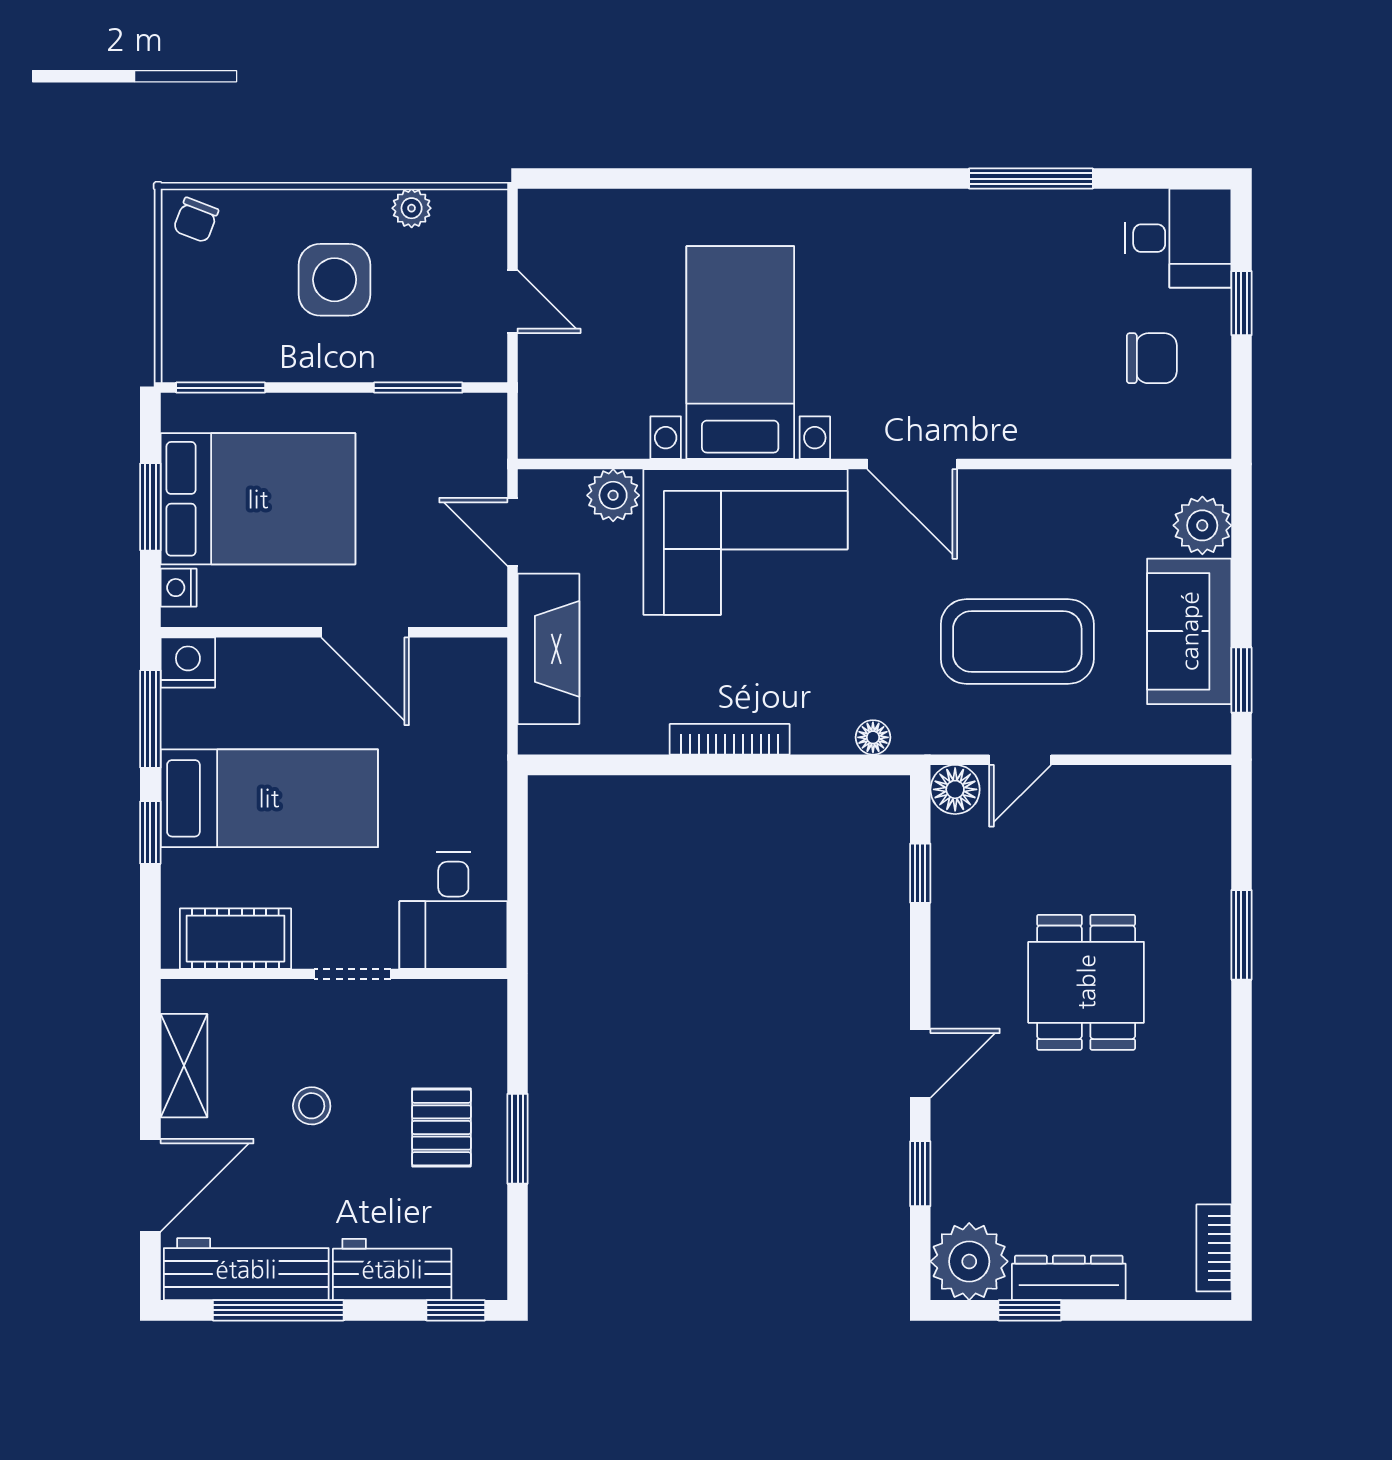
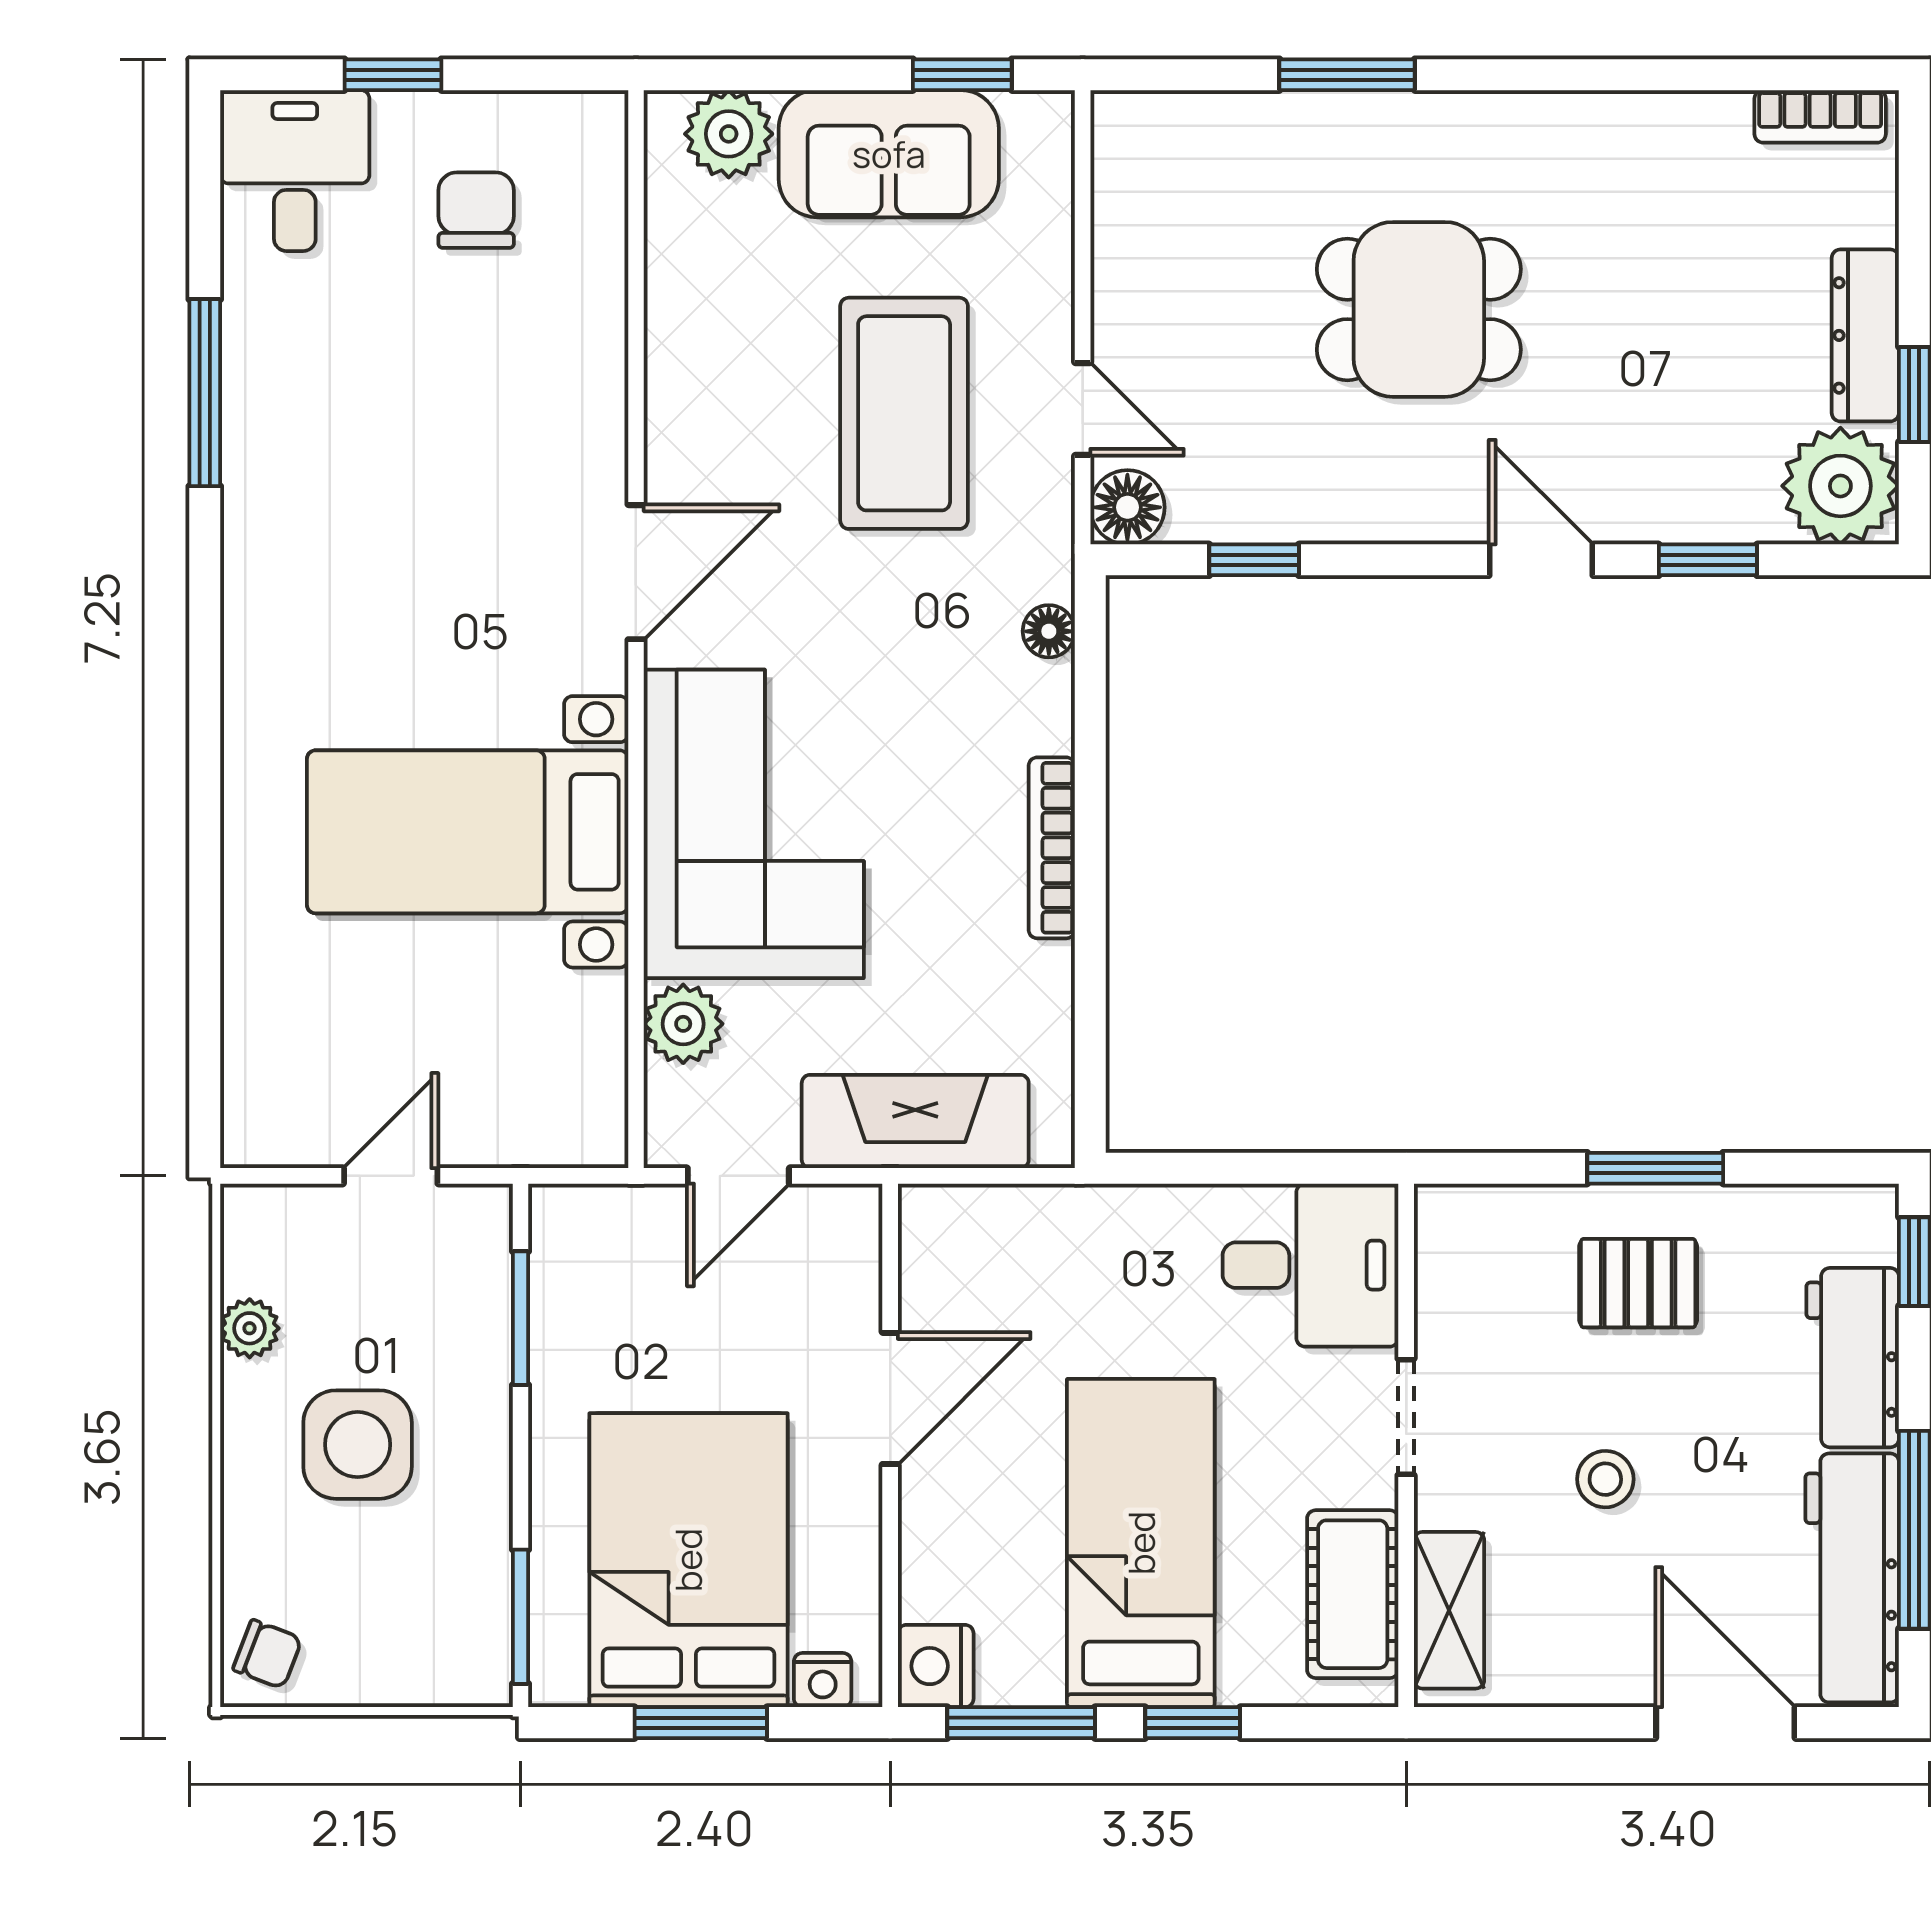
shelving: (184, 1066) -> (1449, 1610), moved, turned 90

